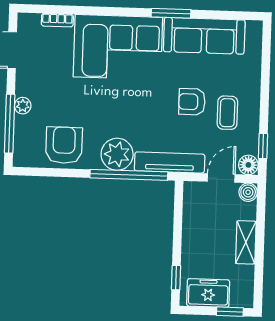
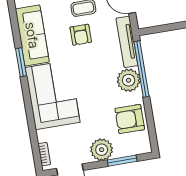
bookcase: (57, 20) -> (44, 154), moved
plant: (23, 106) -> (102, 150), width x1.87, depth x1.87
window: (10, 124) -> (122, 161), width x0.69

